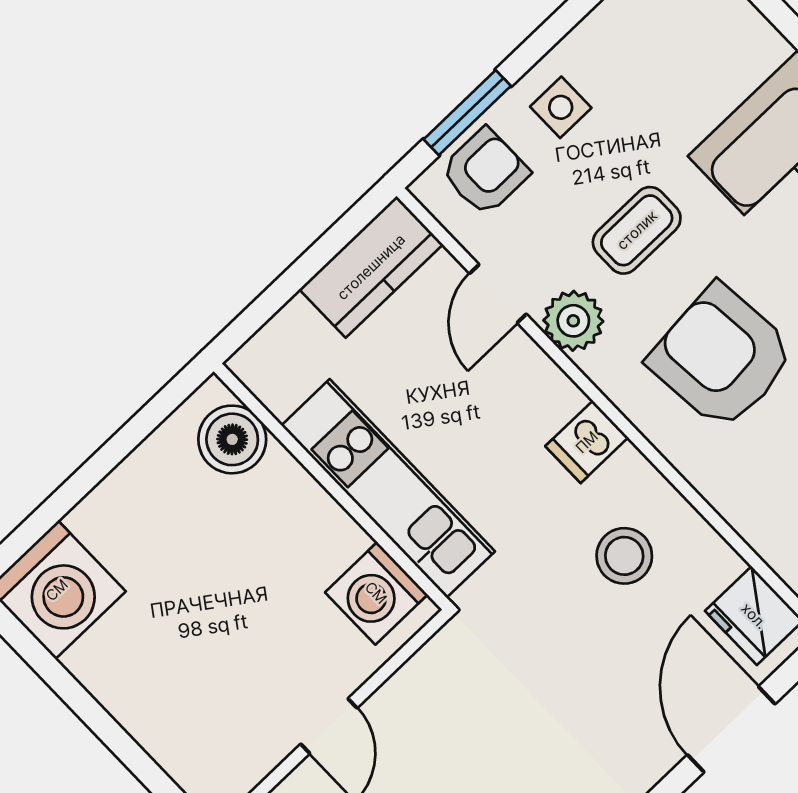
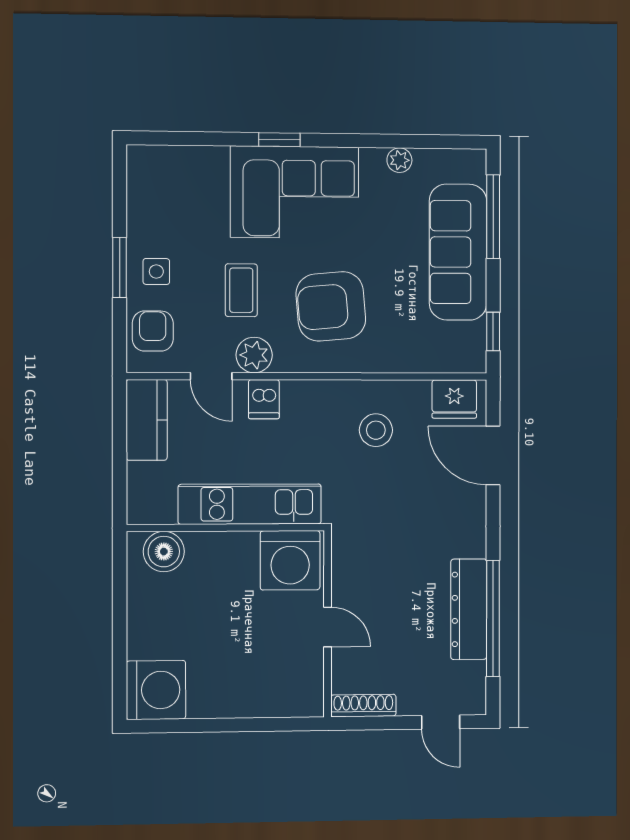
window: (467, 113) -> (120, 268), moved
dishwasher: (587, 442) -> (264, 399), moved
washing machine: (376, 593) -> (290, 560), width x1.37, depth x1.37

